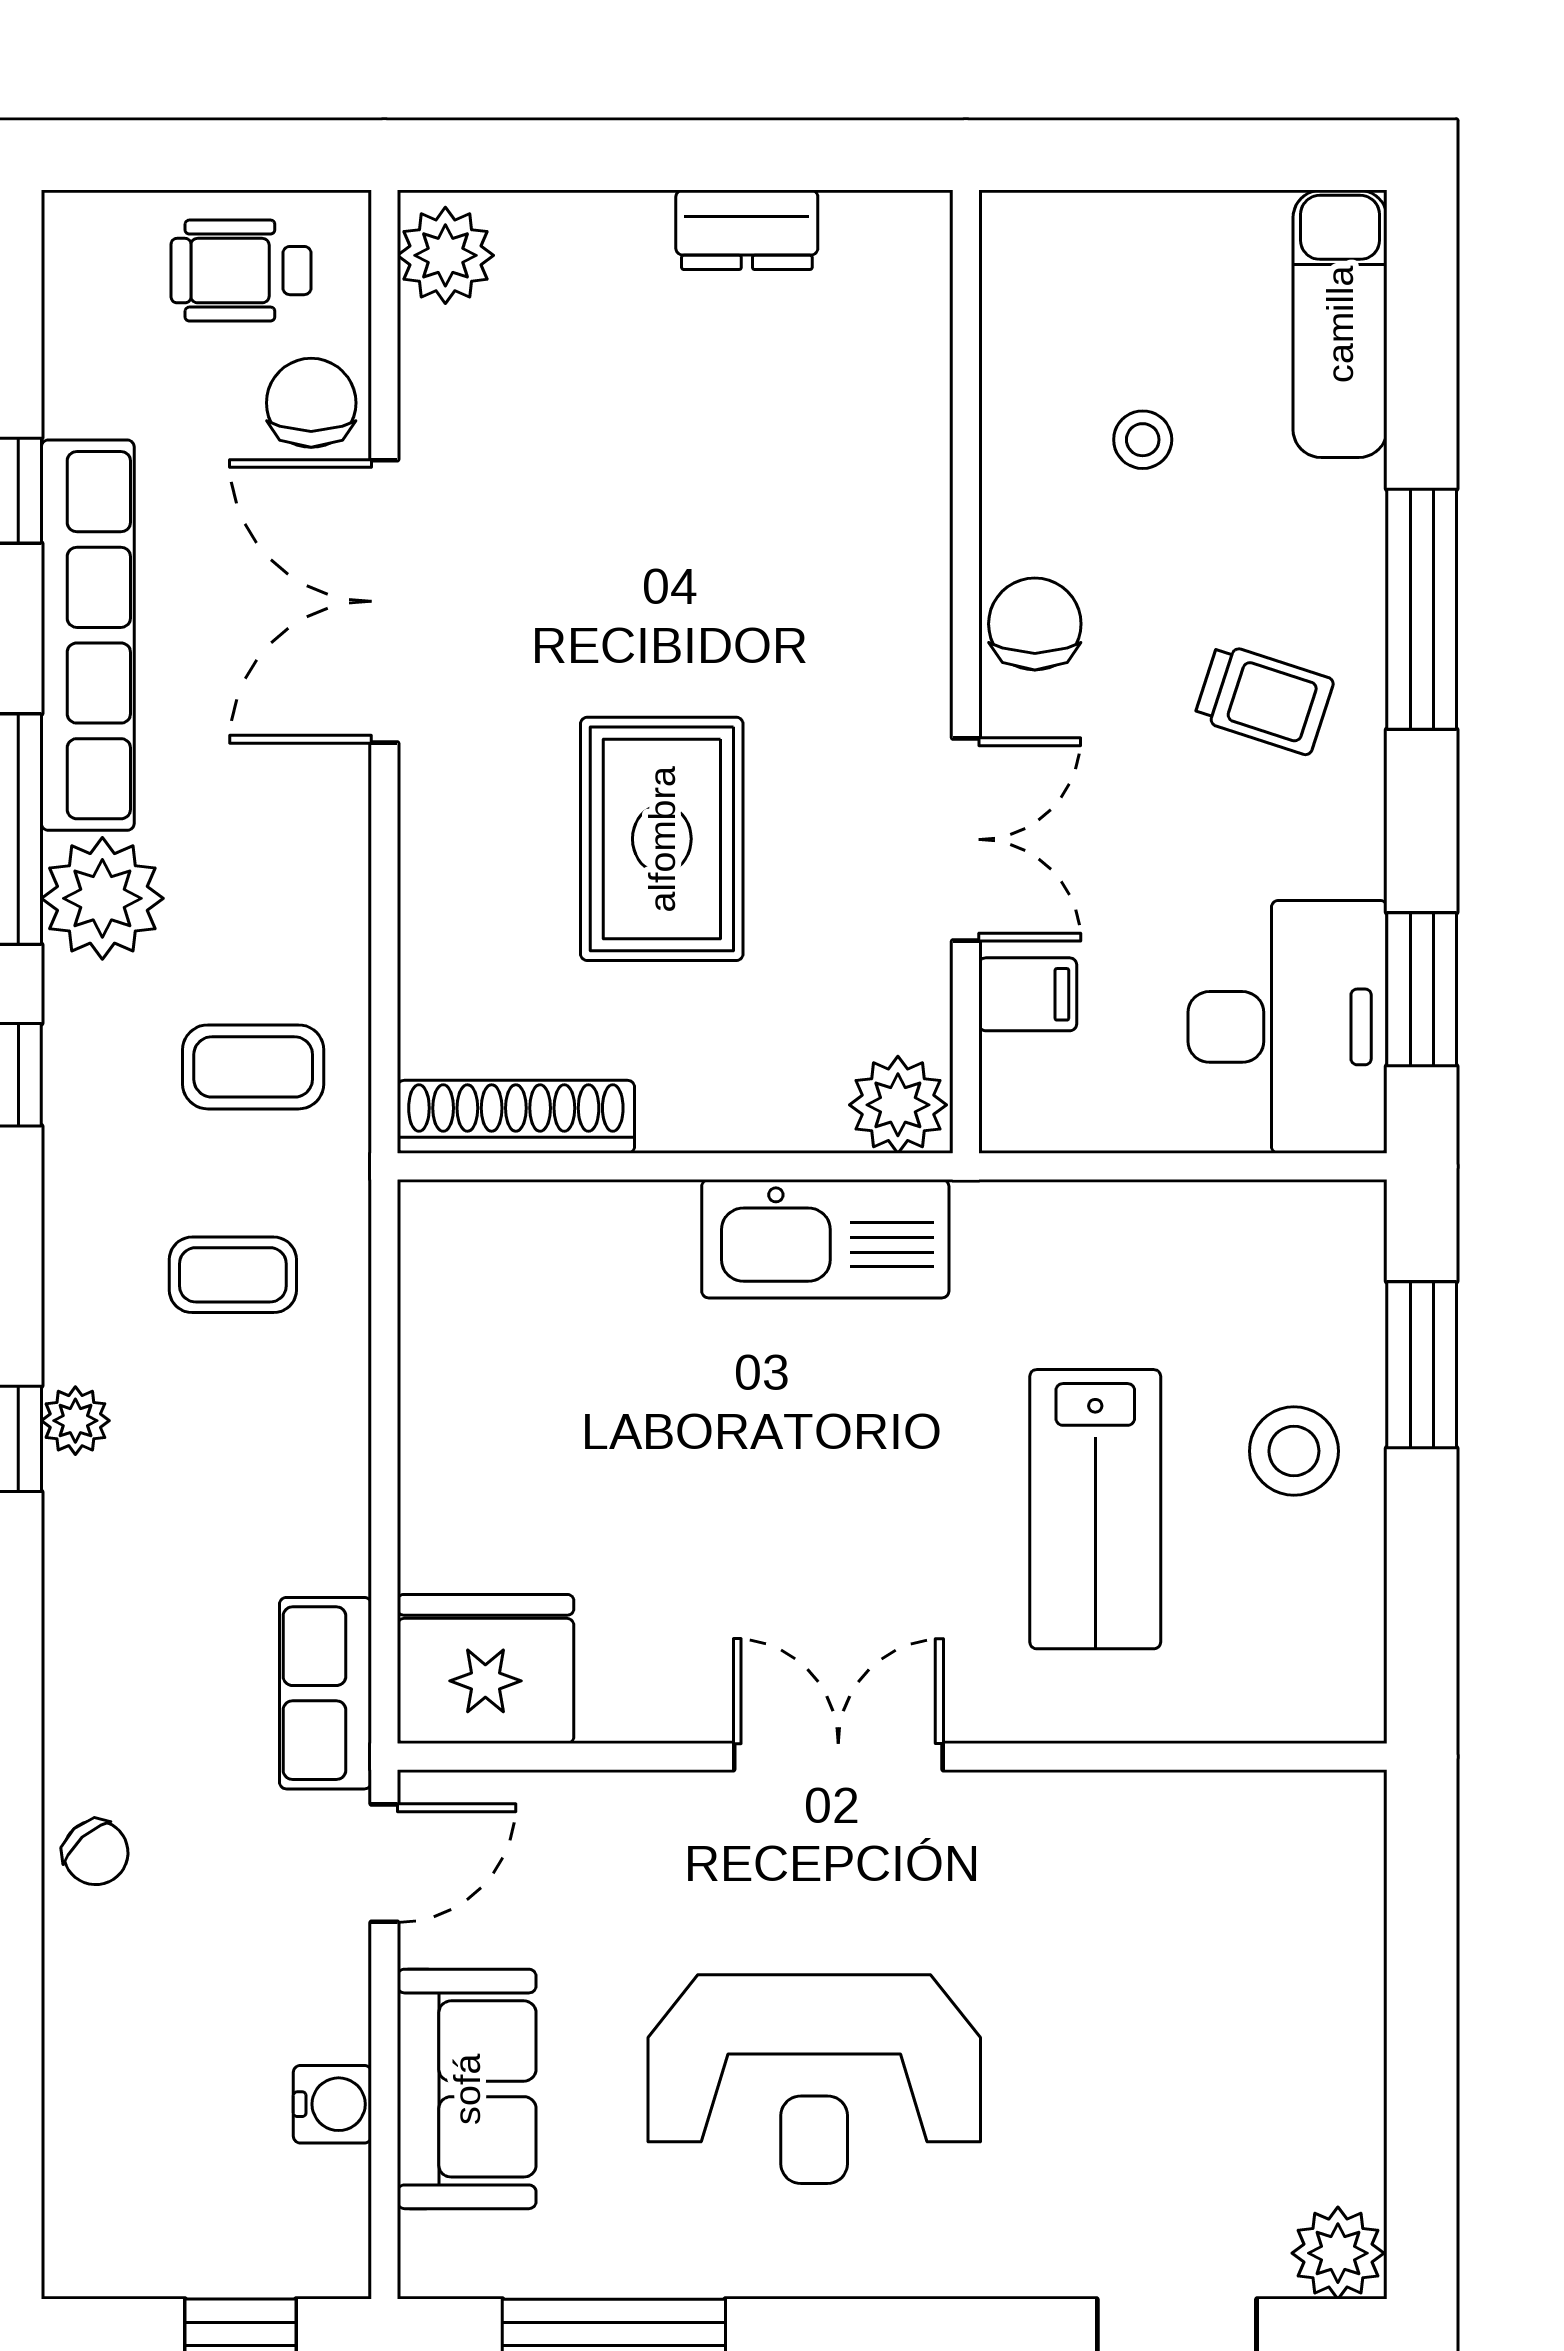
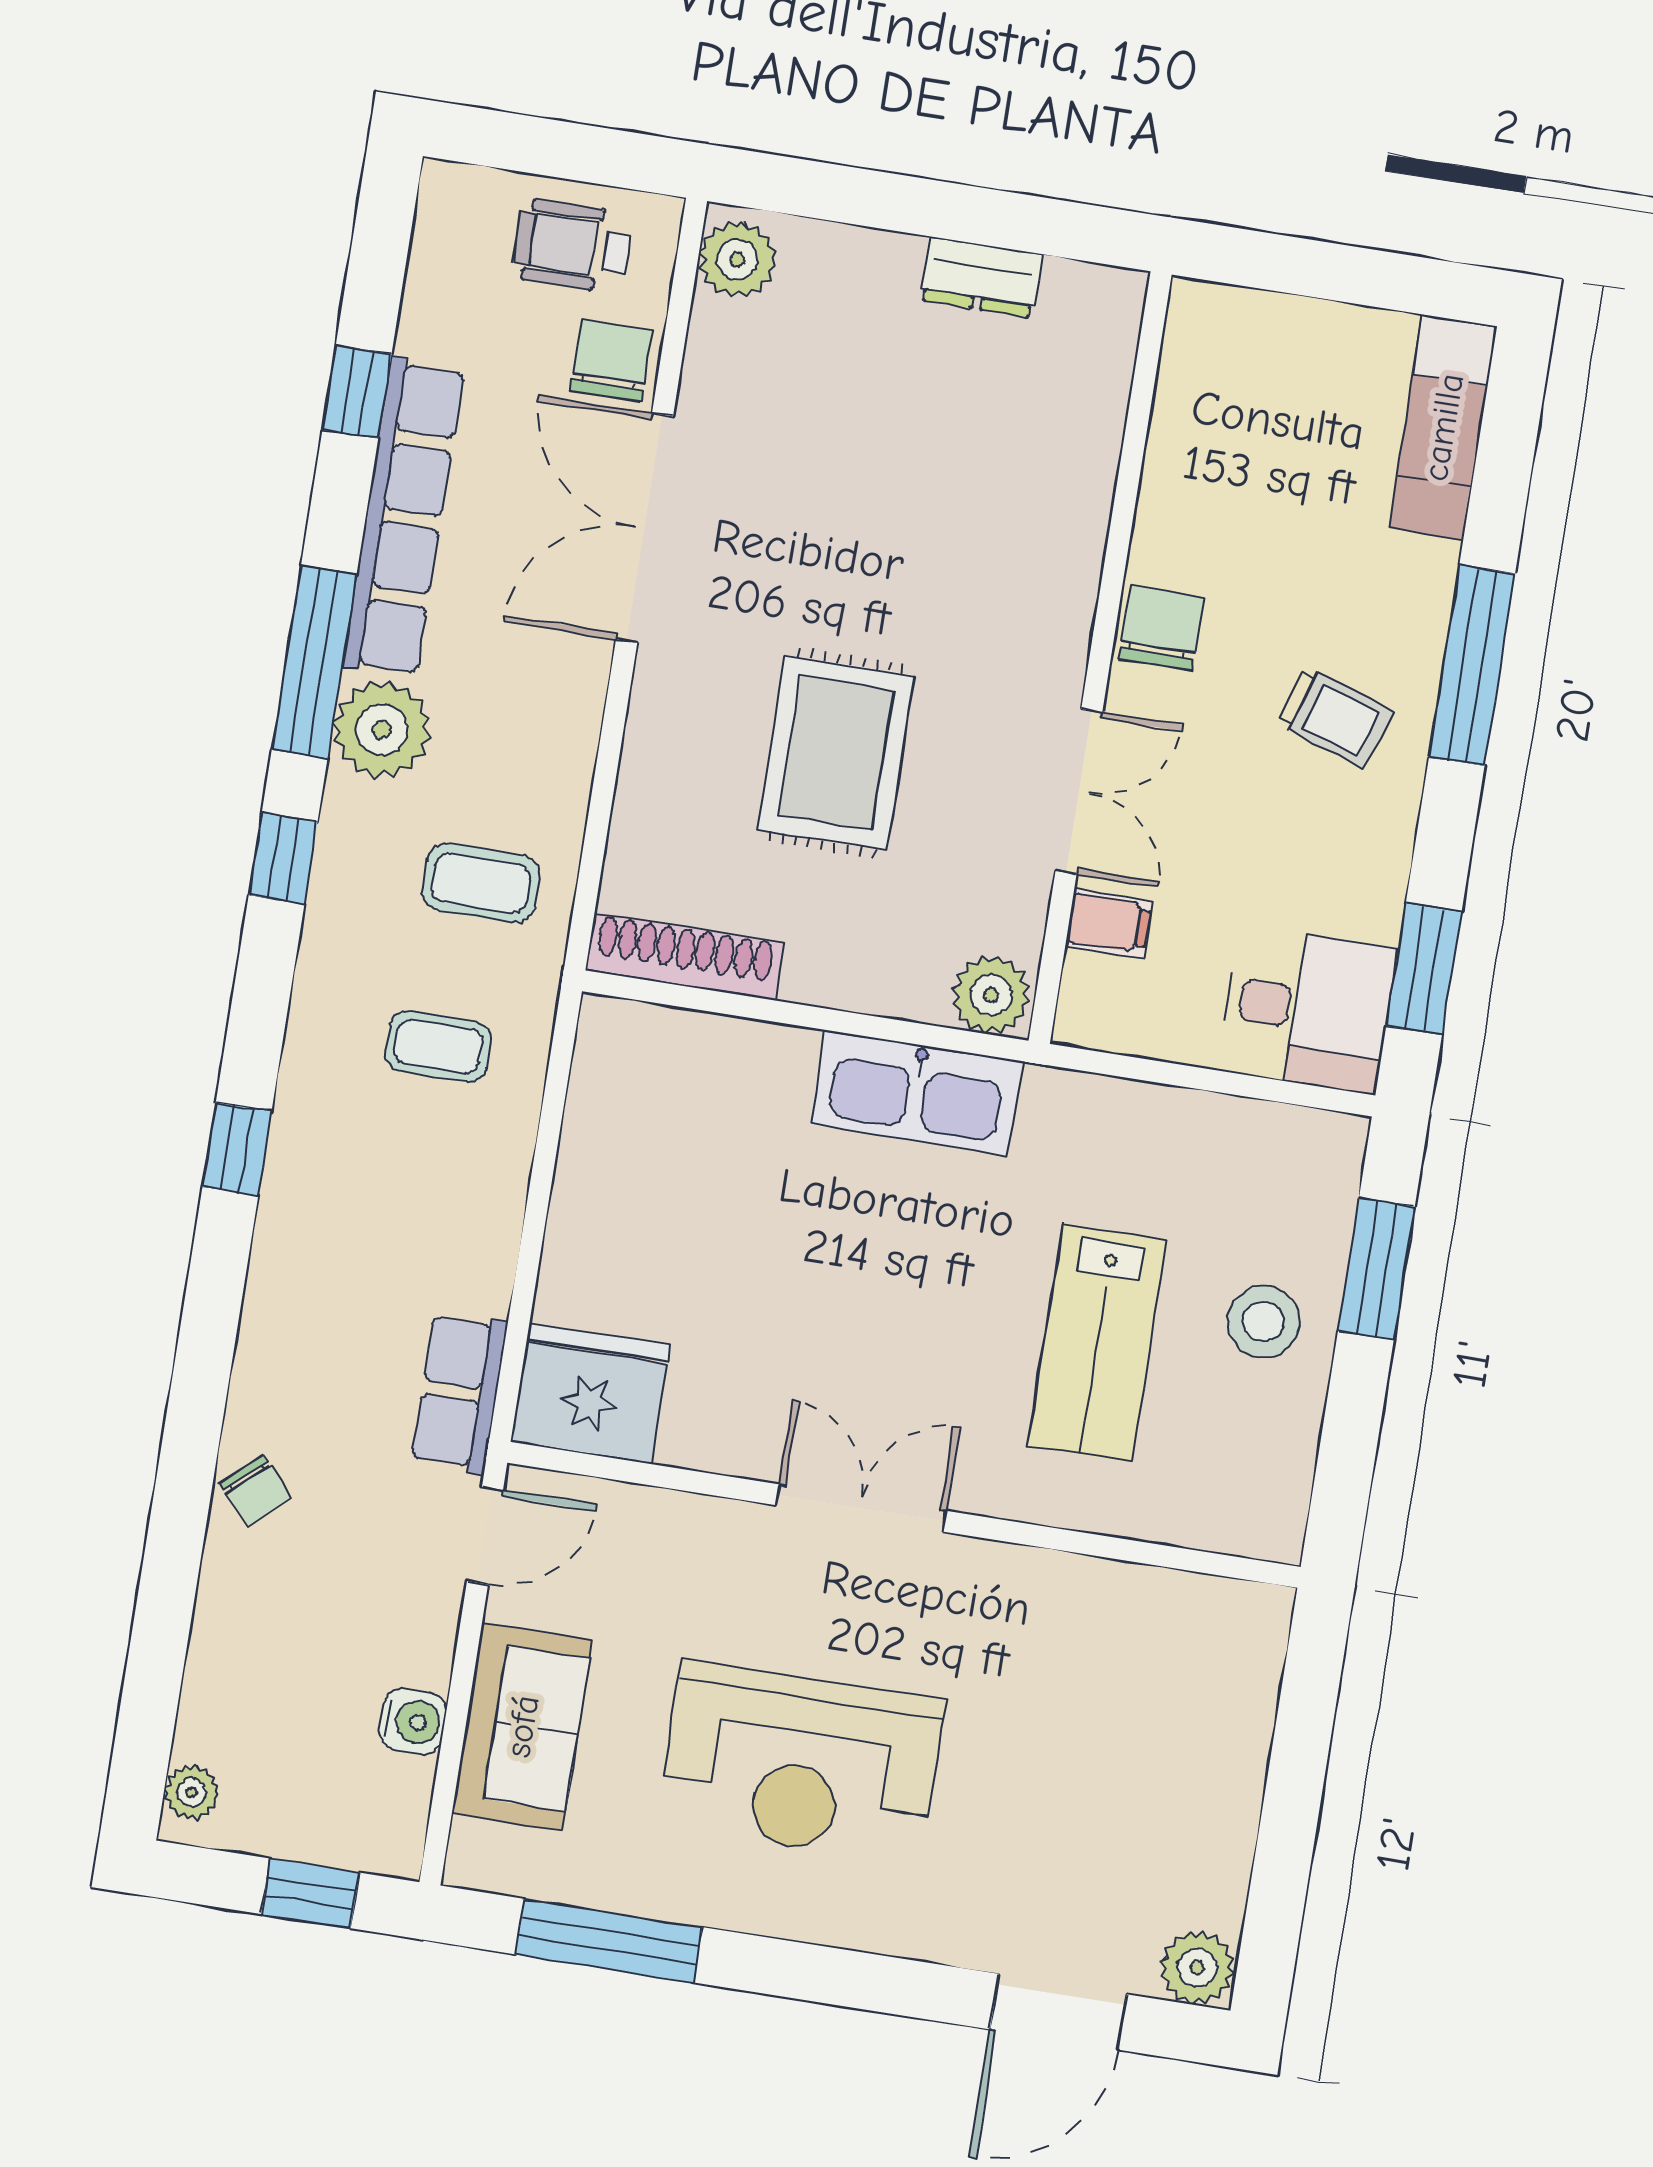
stool: (1143, 440) -> (1271, 495), removed
desk: (1288, 1027) -> (1308, 1009), width x0.73
plant: (75, 1421) -> (191, 1792), moved

